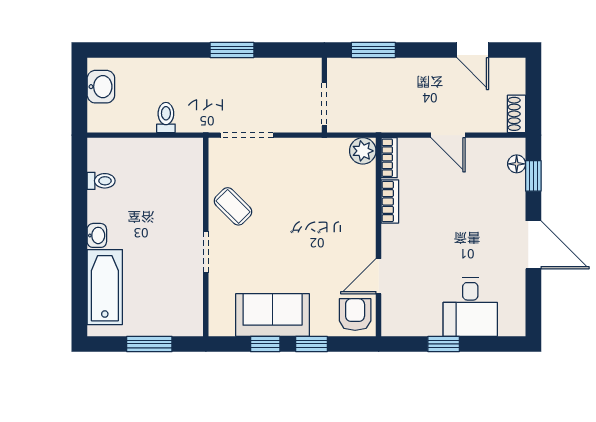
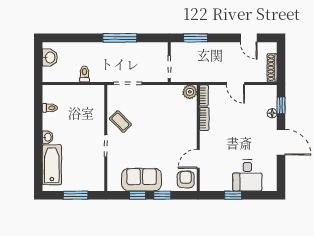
window: (232, 50) -> (120, 38), width x1.44
shoe rack: (516, 114) -> (272, 68), width x1.43
floor lamp: (517, 164) -> (272, 113), moved

